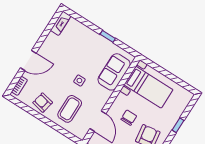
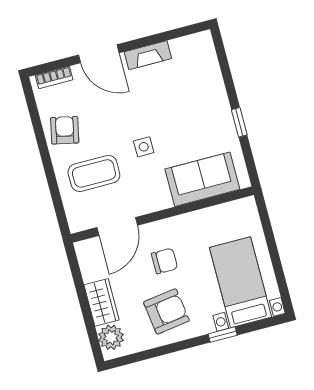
fireplace: (61, 23) -> (148, 55), moved
bed with nightstands: (148, 87) -> (241, 282), moved, turned 180

